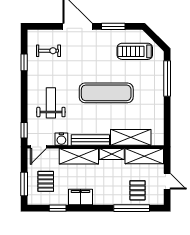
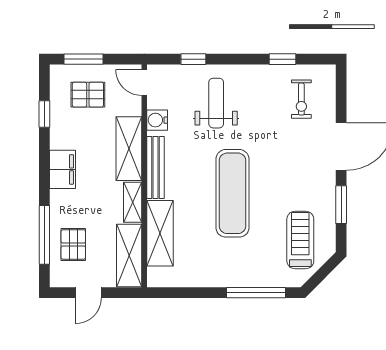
weight bench: (51, 103) -> (216, 103), turned -90
window: (24, 130) -> (193, 59), moved
pallet: (138, 190) -> (73, 244), turned 90
filing cabinet: (80, 197) -> (63, 169), moved

